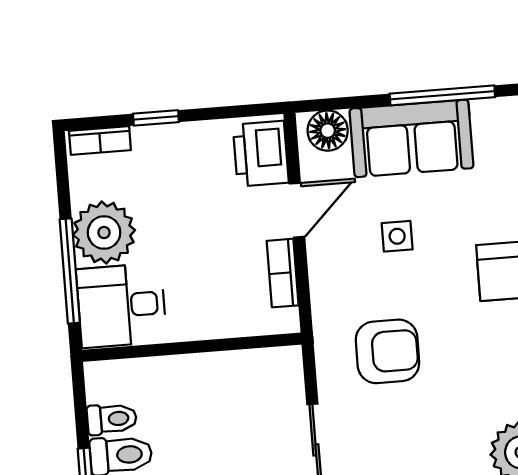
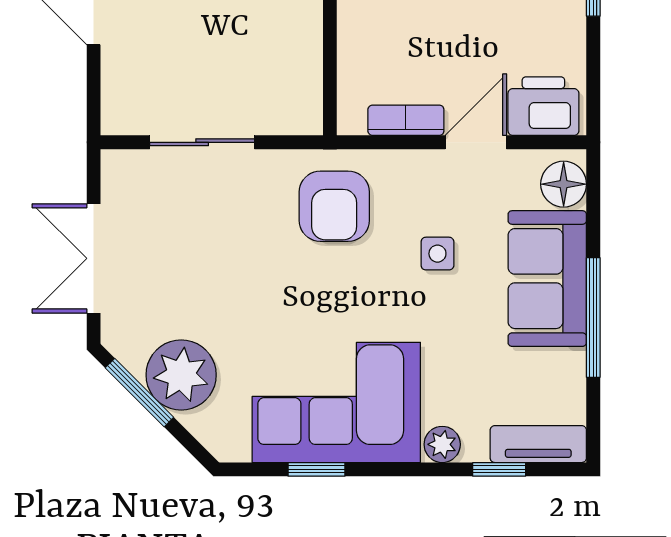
door: (297, 210) -> (476, 142), swing flipped
armchair: (387, 351) -> (334, 206), moved

